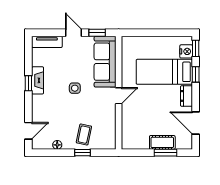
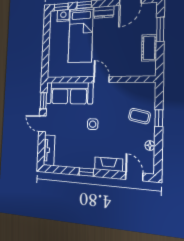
door: (73, 33) -> (42, 124), hinge flipped
fireplace: (38, 80) -> (109, 164), moved
cot: (162, 142) -> (149, 48), moved

